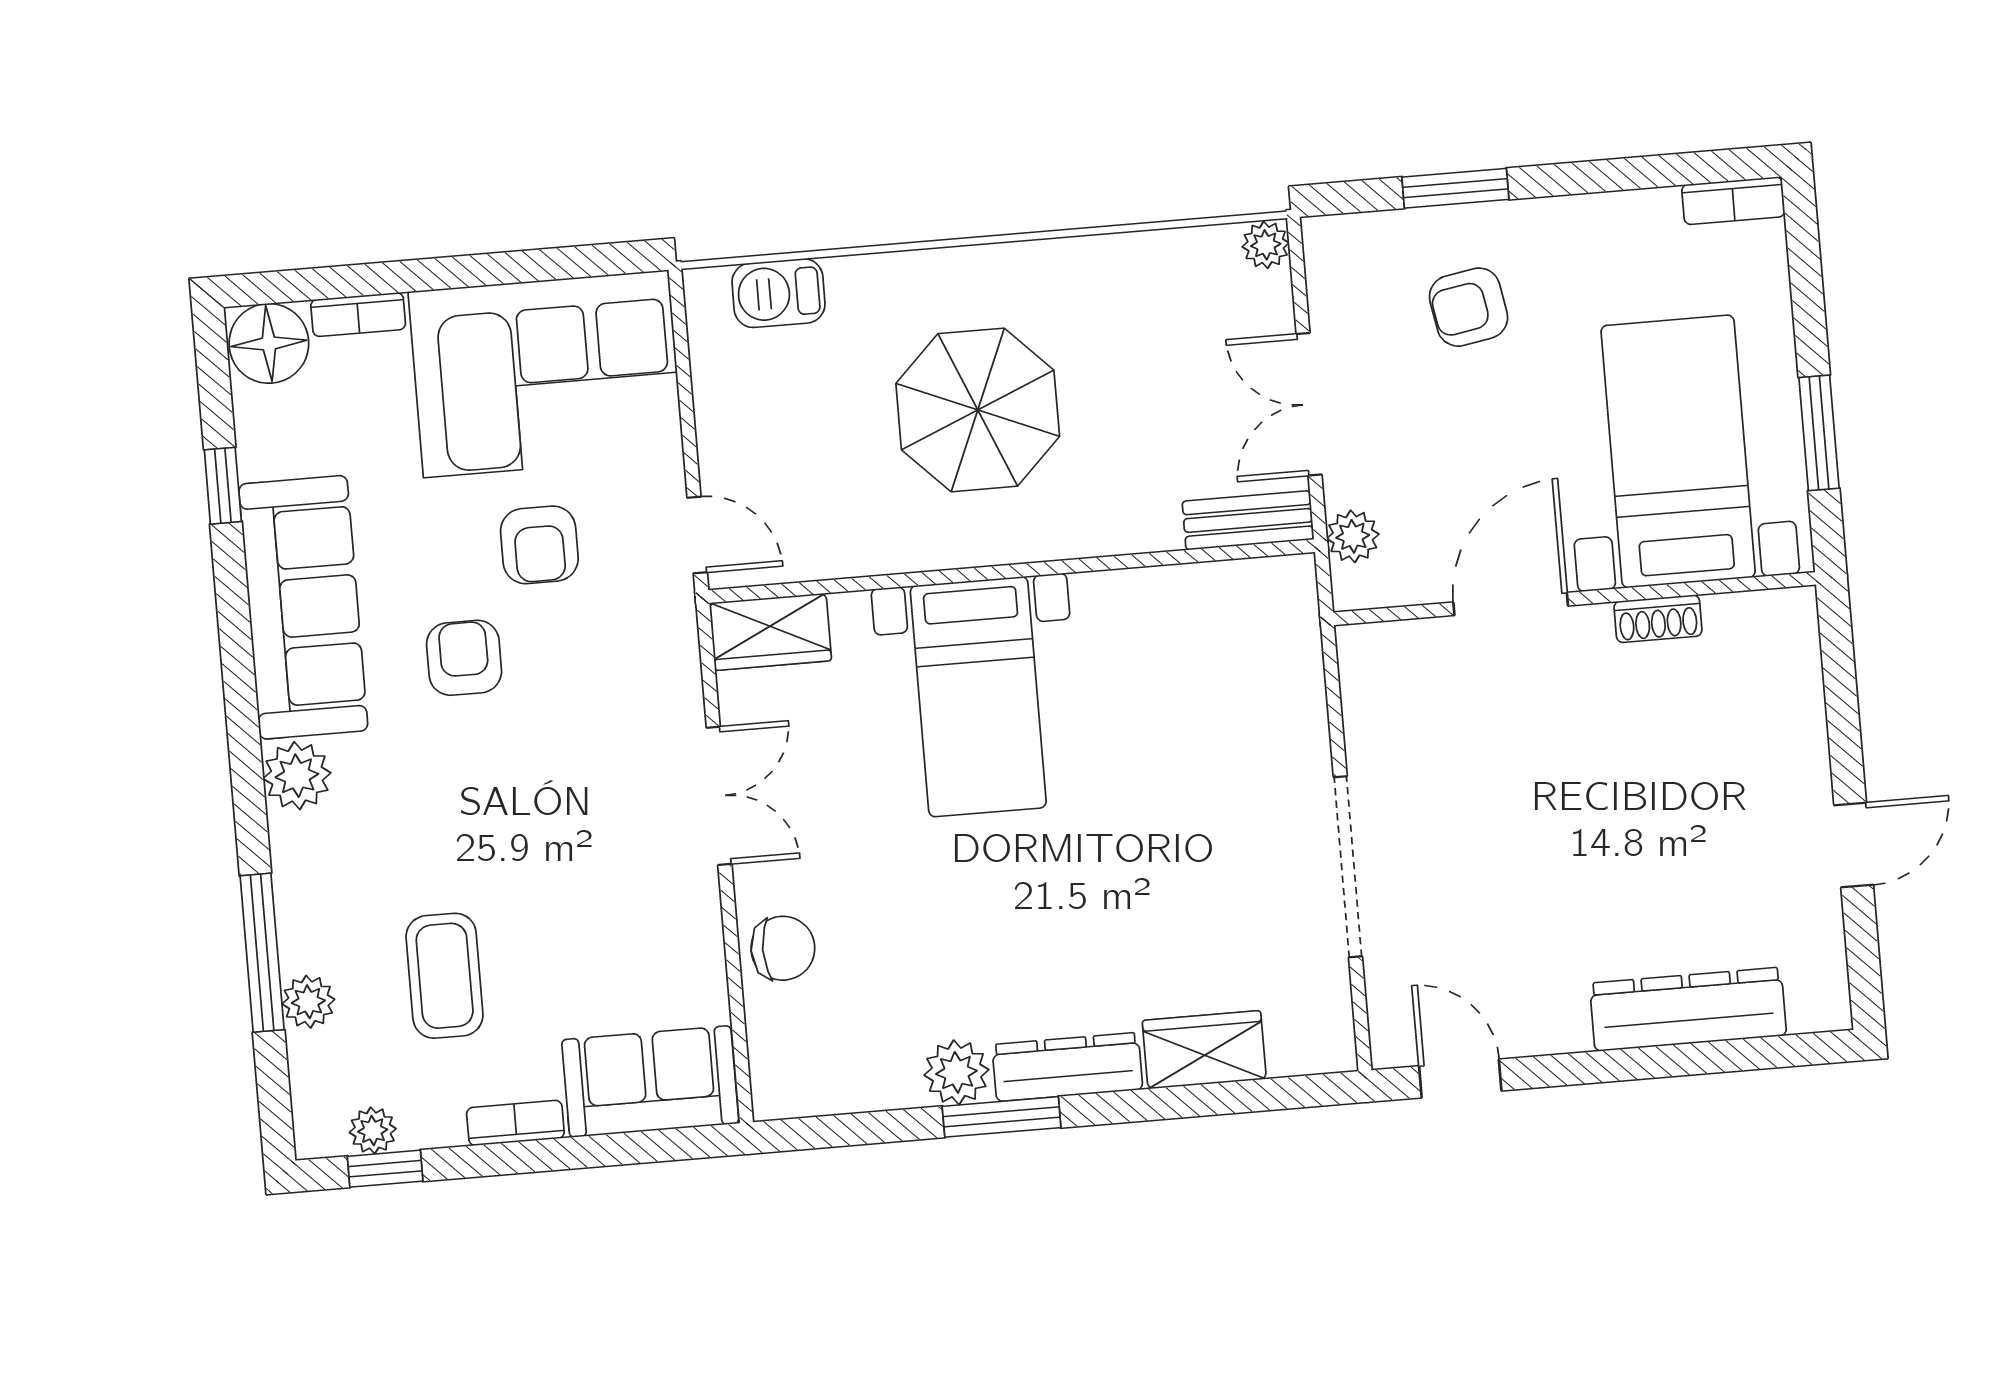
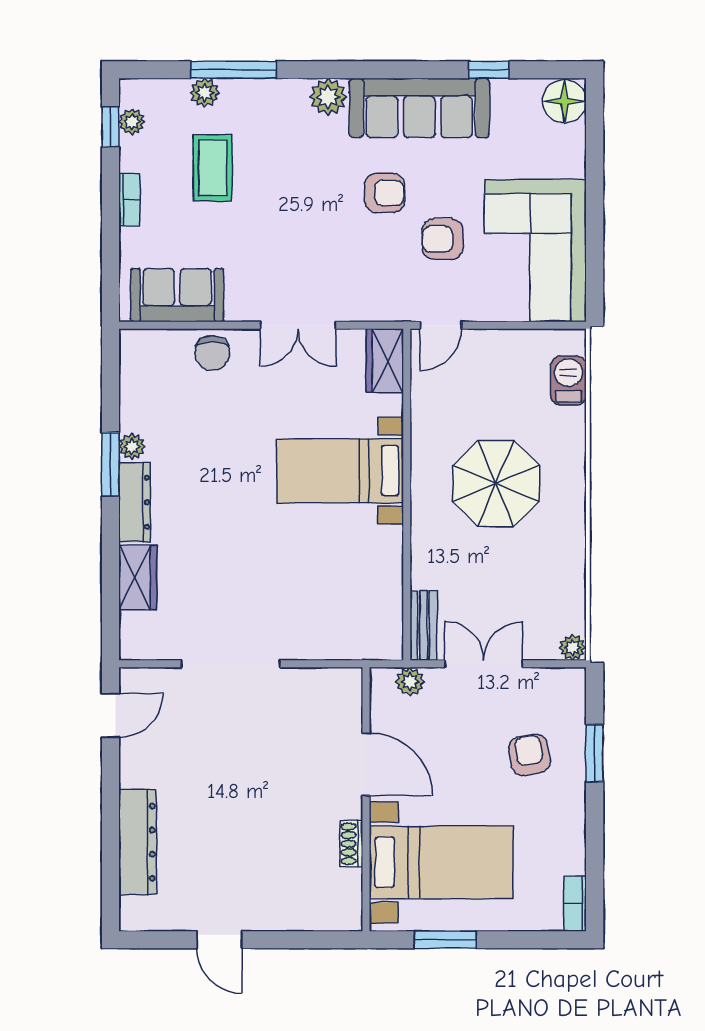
bookcase: (358, 315) -> (576, 151), removed
coffee table: (445, 976) -> (213, 168), turned 90
plant: (956, 1072) -> (132, 447), width x0.73, depth x0.73
sofa: (650, 1082) -> (177, 295), moved, turned -90

